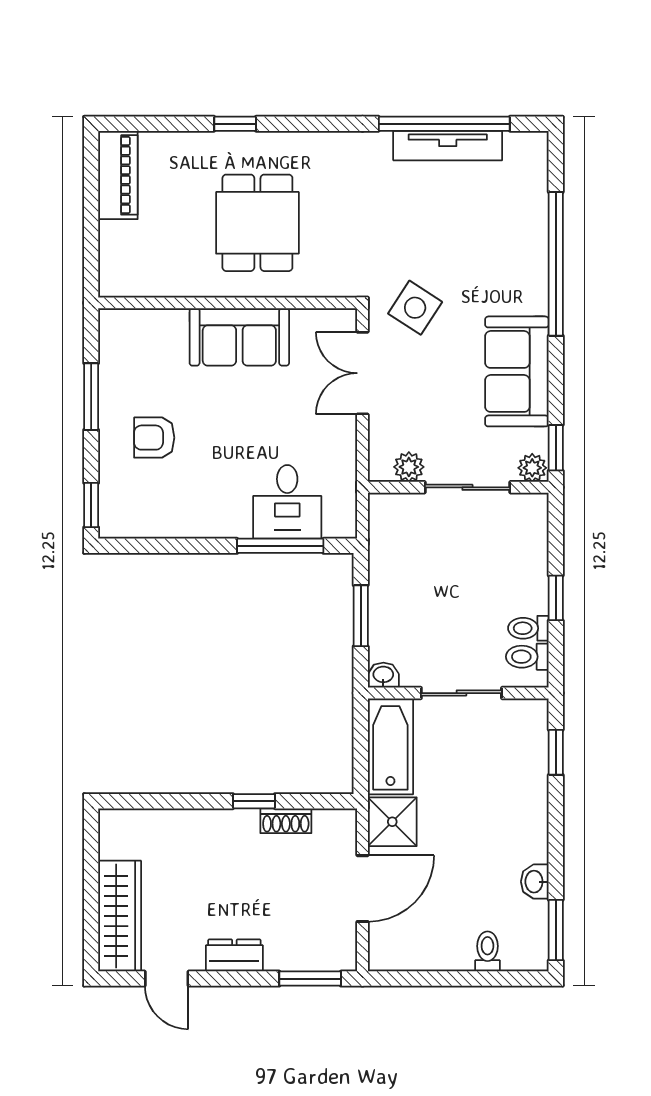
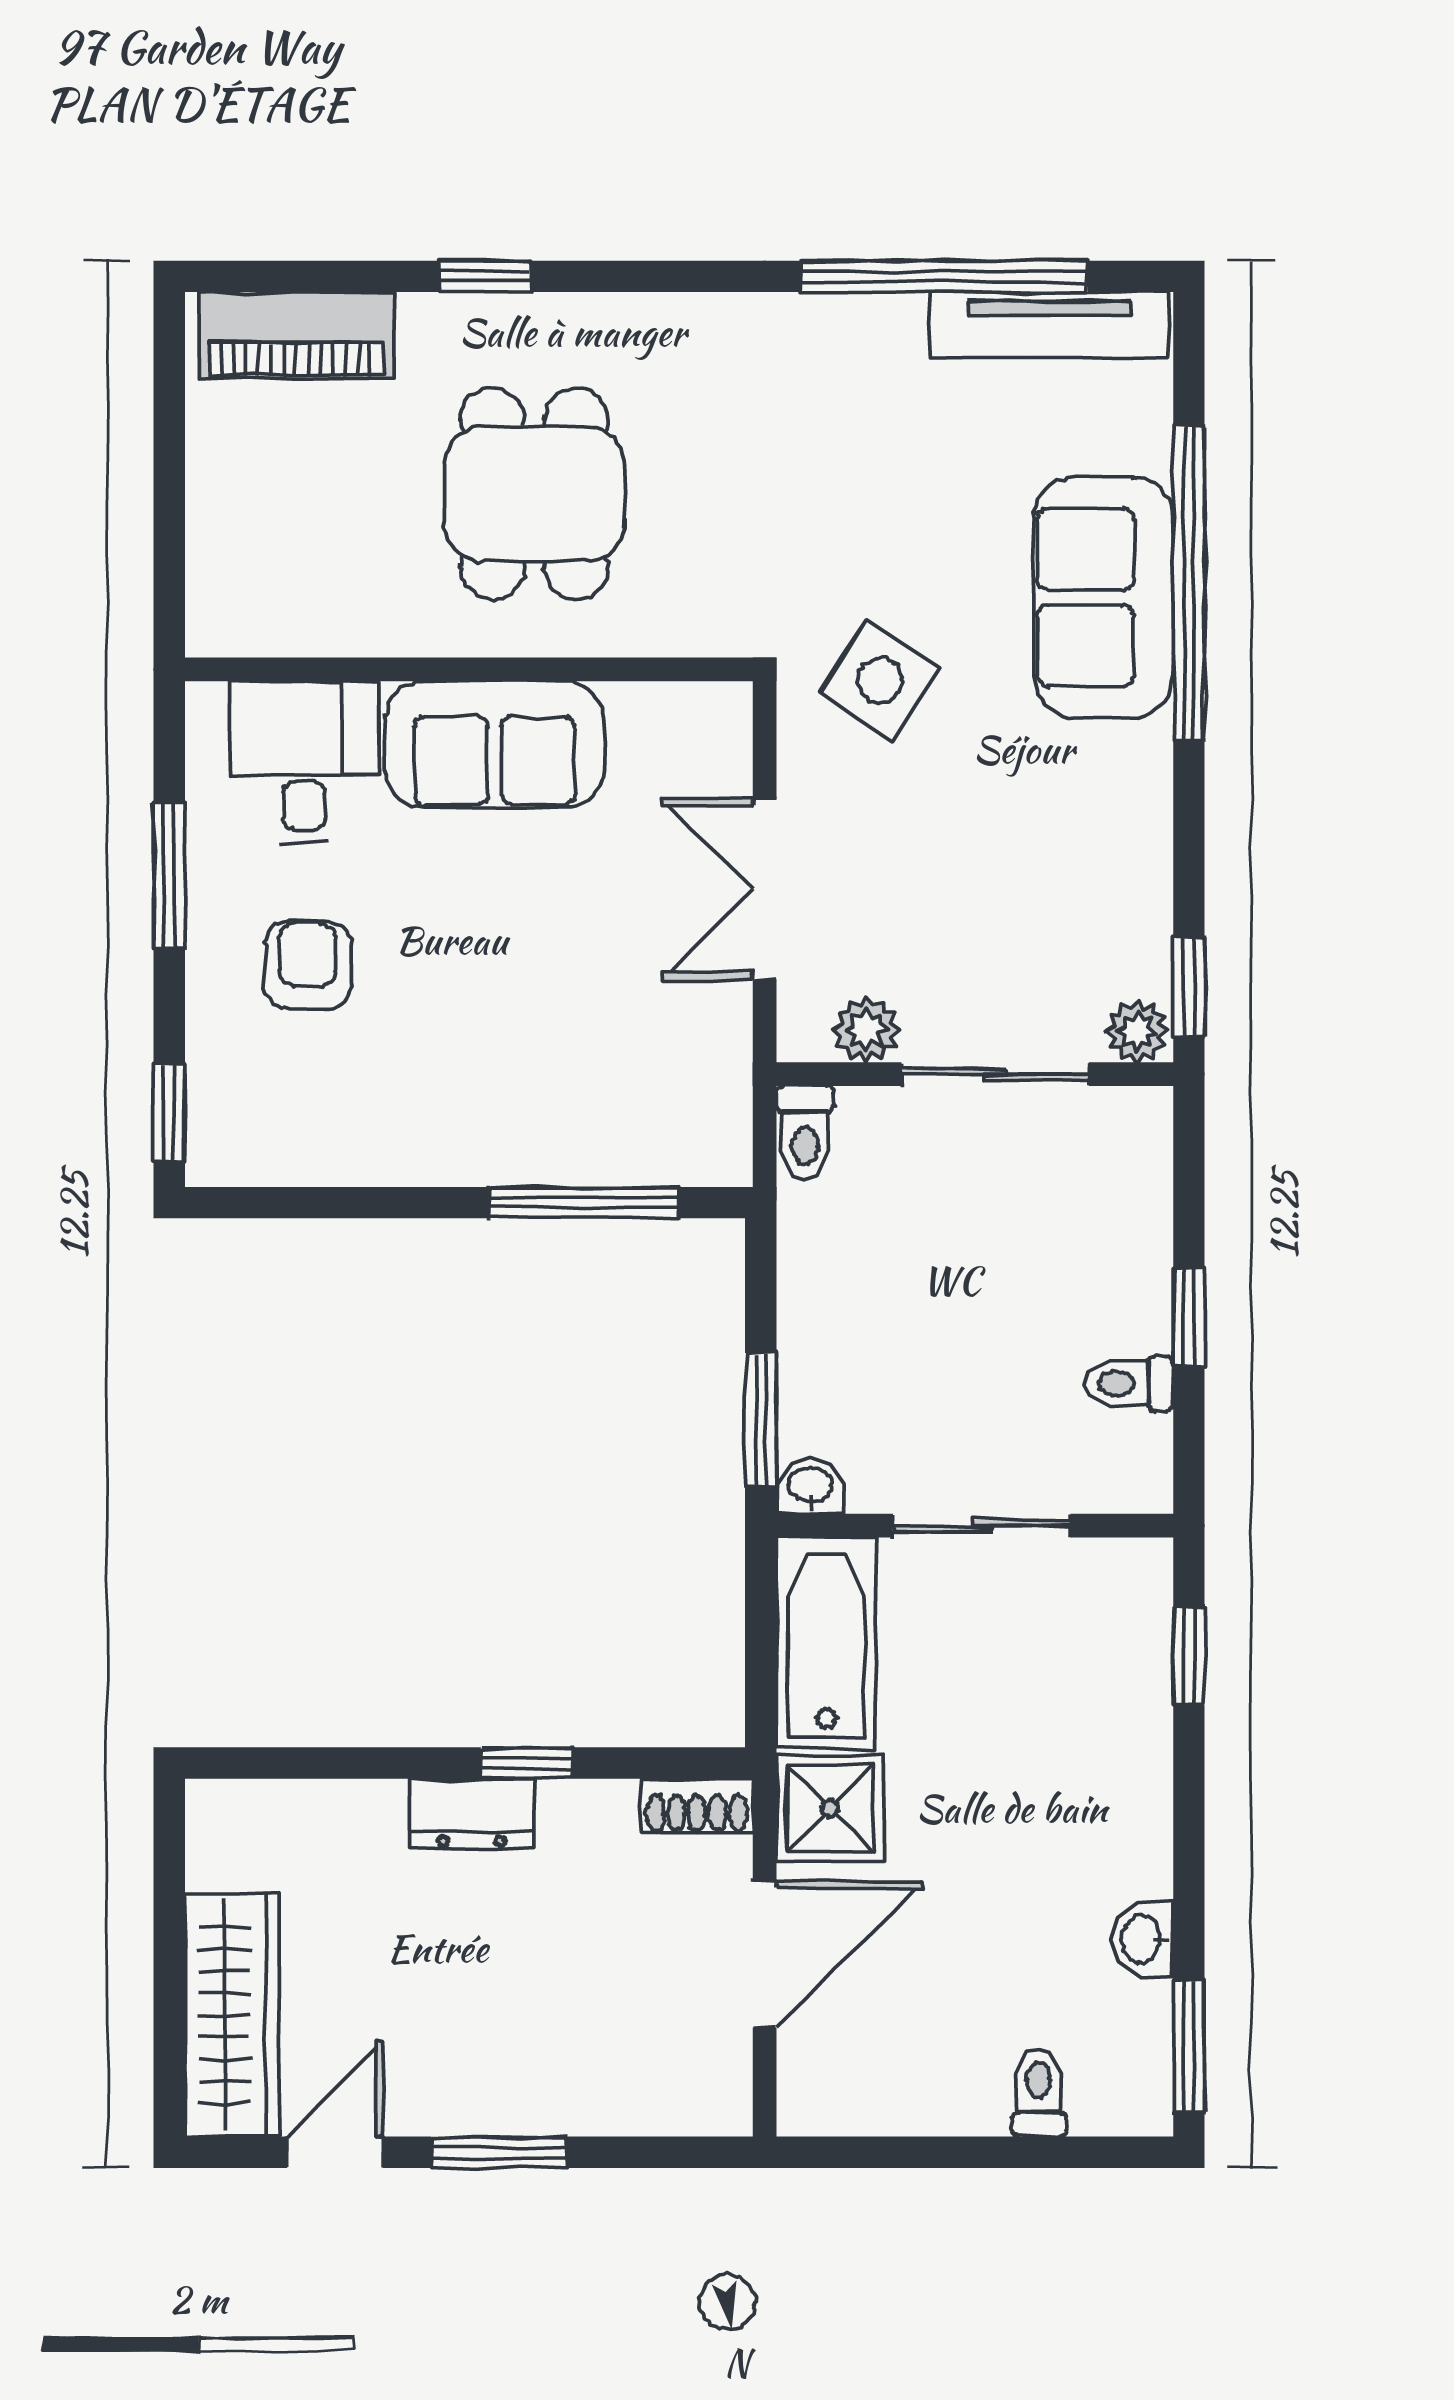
tv unit: (448, 146) -> (1050, 324), moved
piano: (118, 175) -> (296, 335), moved, turned 90
sofa: (517, 371) -> (1104, 597), moved
double door: (362, 373) -> (765, 889), moved
armchair: (154, 438) -> (308, 965), turned 90
desk: (287, 502) -> (304, 762), moved, turned 180
window: (361, 616) -> (761, 1420), moved
toilet: (527, 657) -> (805, 1133), moved, turned -90
shoe rack: (286, 821) -> (697, 1806), moved
dresser: (234, 955) -> (472, 1814), moved, turned 180
door: (167, 979) -> (335, 2152), swing flipped
window: (310, 979) -> (499, 2152), moved

